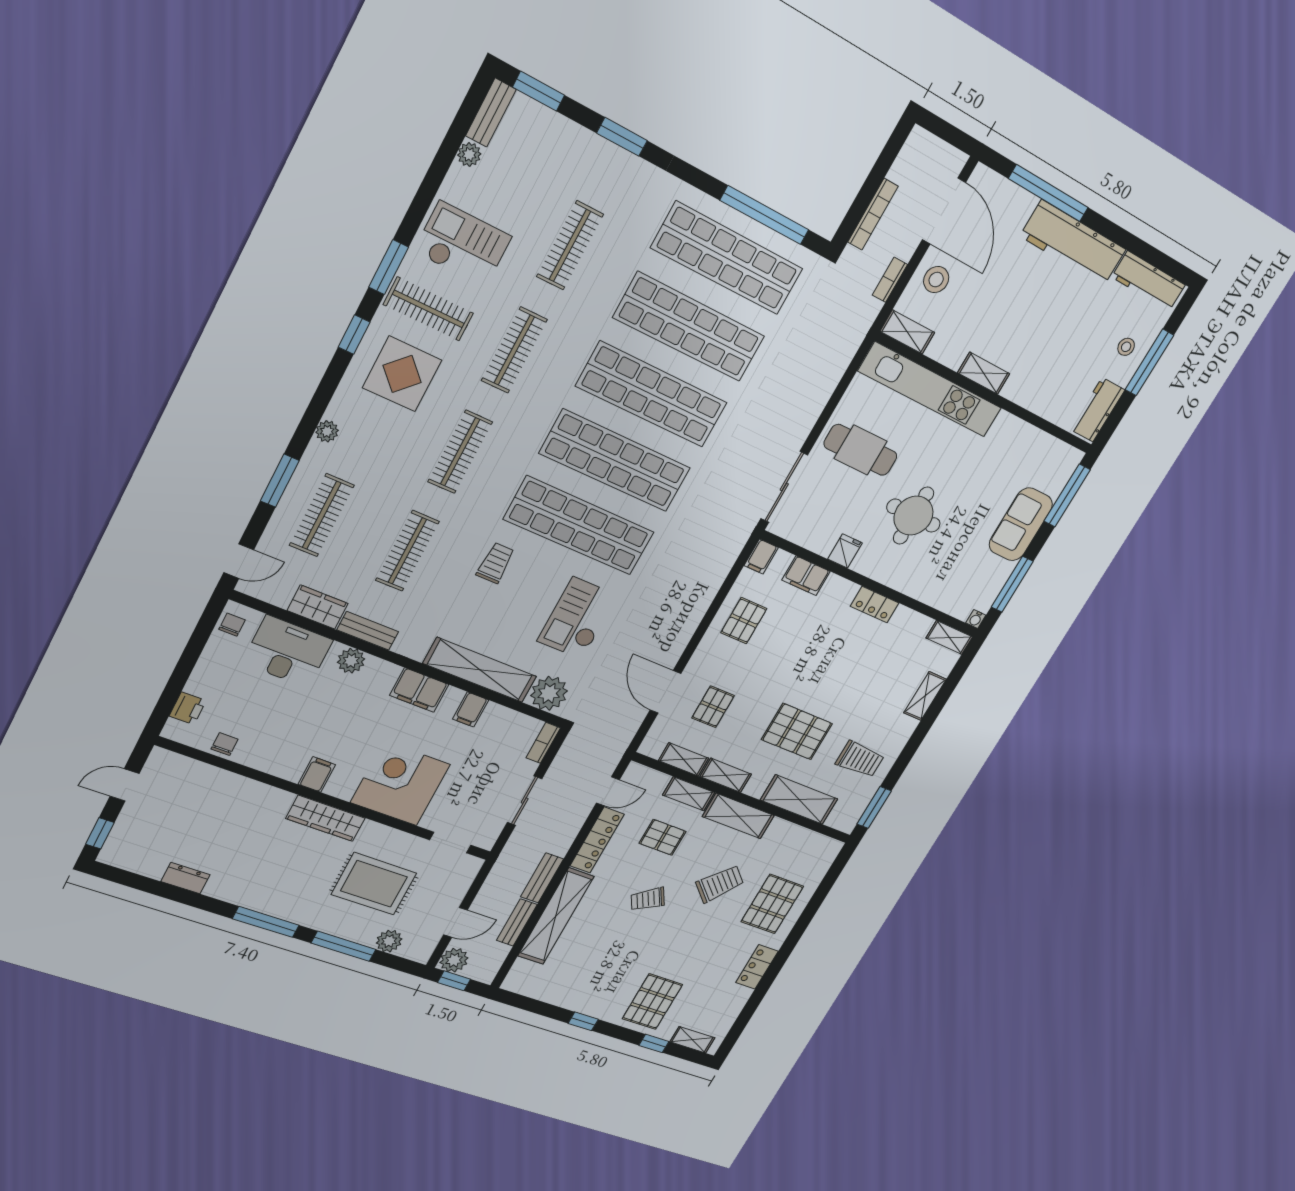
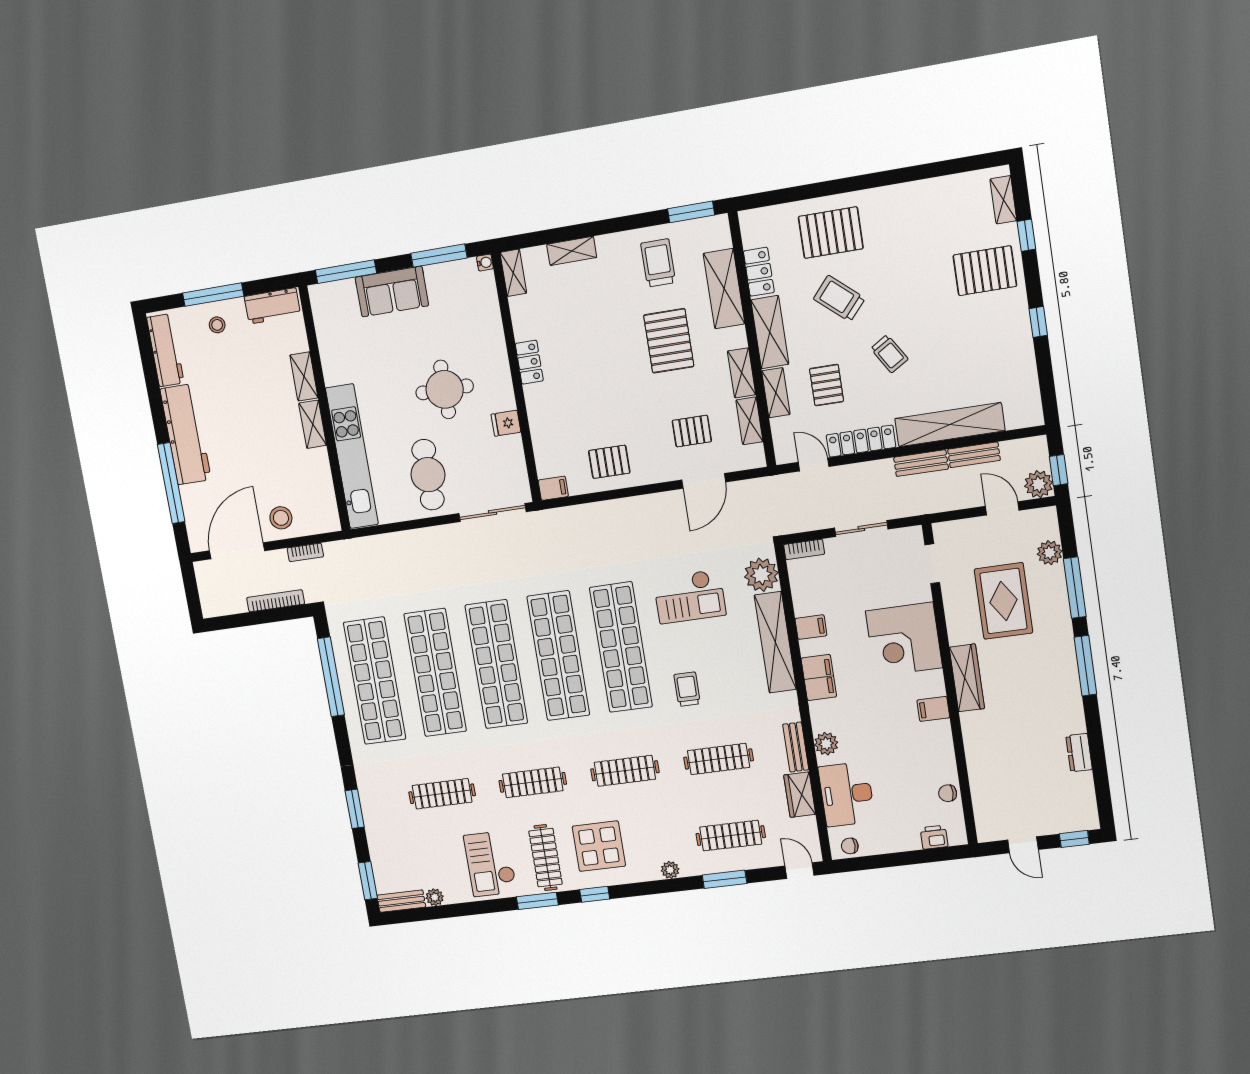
shelving: (907, 332) -> (304, 376), moved
trolley: (495, 563) -> (687, 689), turned 90
filing cabinet: (806, 576) -> (544, 439), removed
locker: (757, 967) -> (759, 272), moved, turned -90

